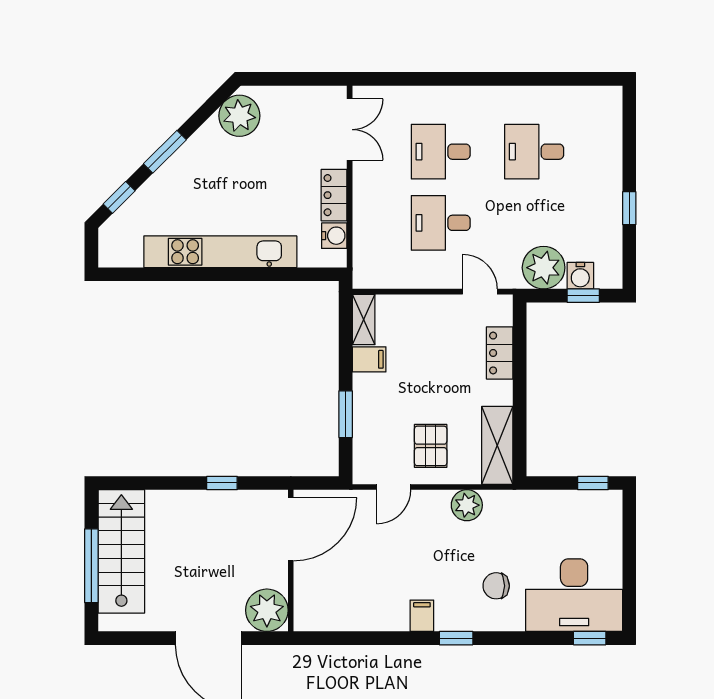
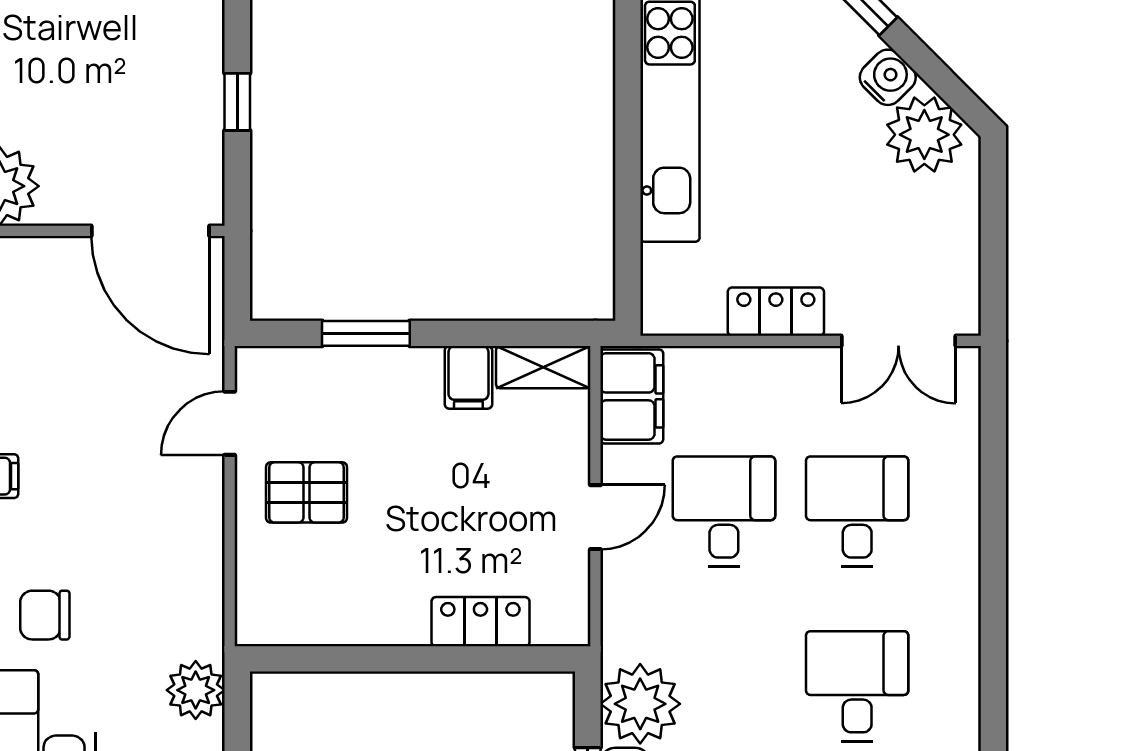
water cooler: (334, 236) -> (888, 77), moved, turned -135
filing cabinet: (379, 272) -> (632, 396), added
door: (480, 292) -> (595, 517), moved
shelving: (497, 445) -> (308, 617), removed
door: (394, 487) -> (230, 423), hinge flipped
plant: (467, 505) -> (196, 690), moved
chair: (496, 586) -> (45, 615), turned -90

